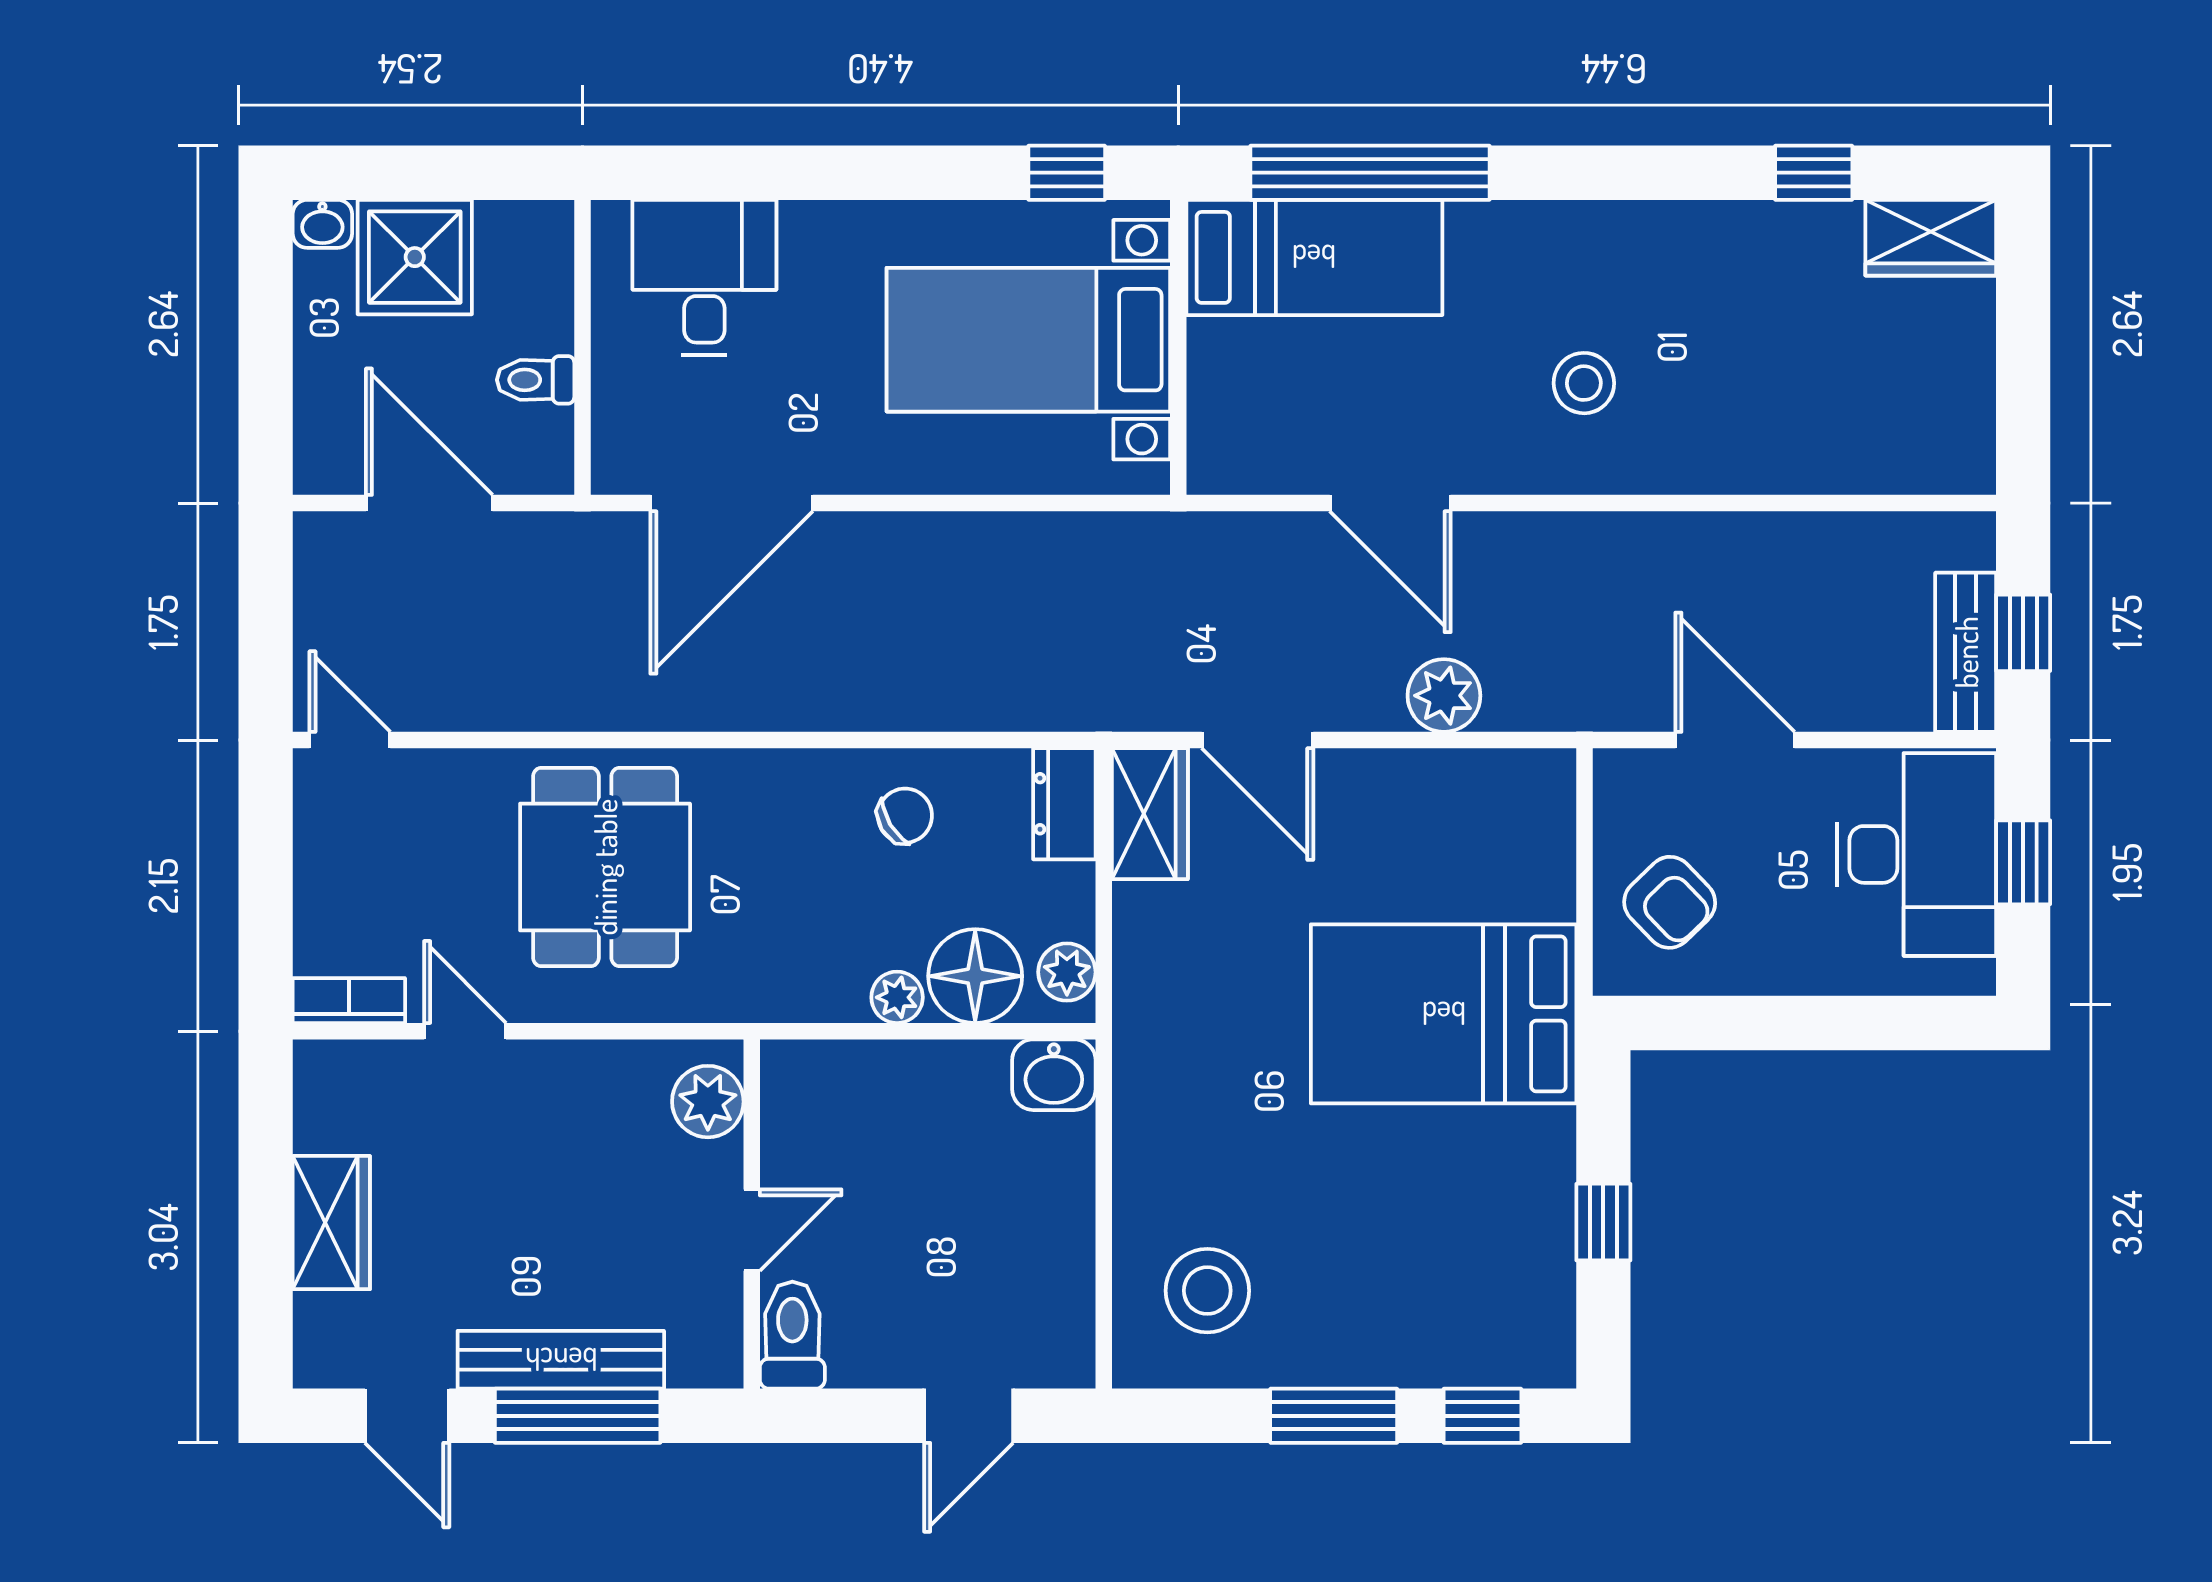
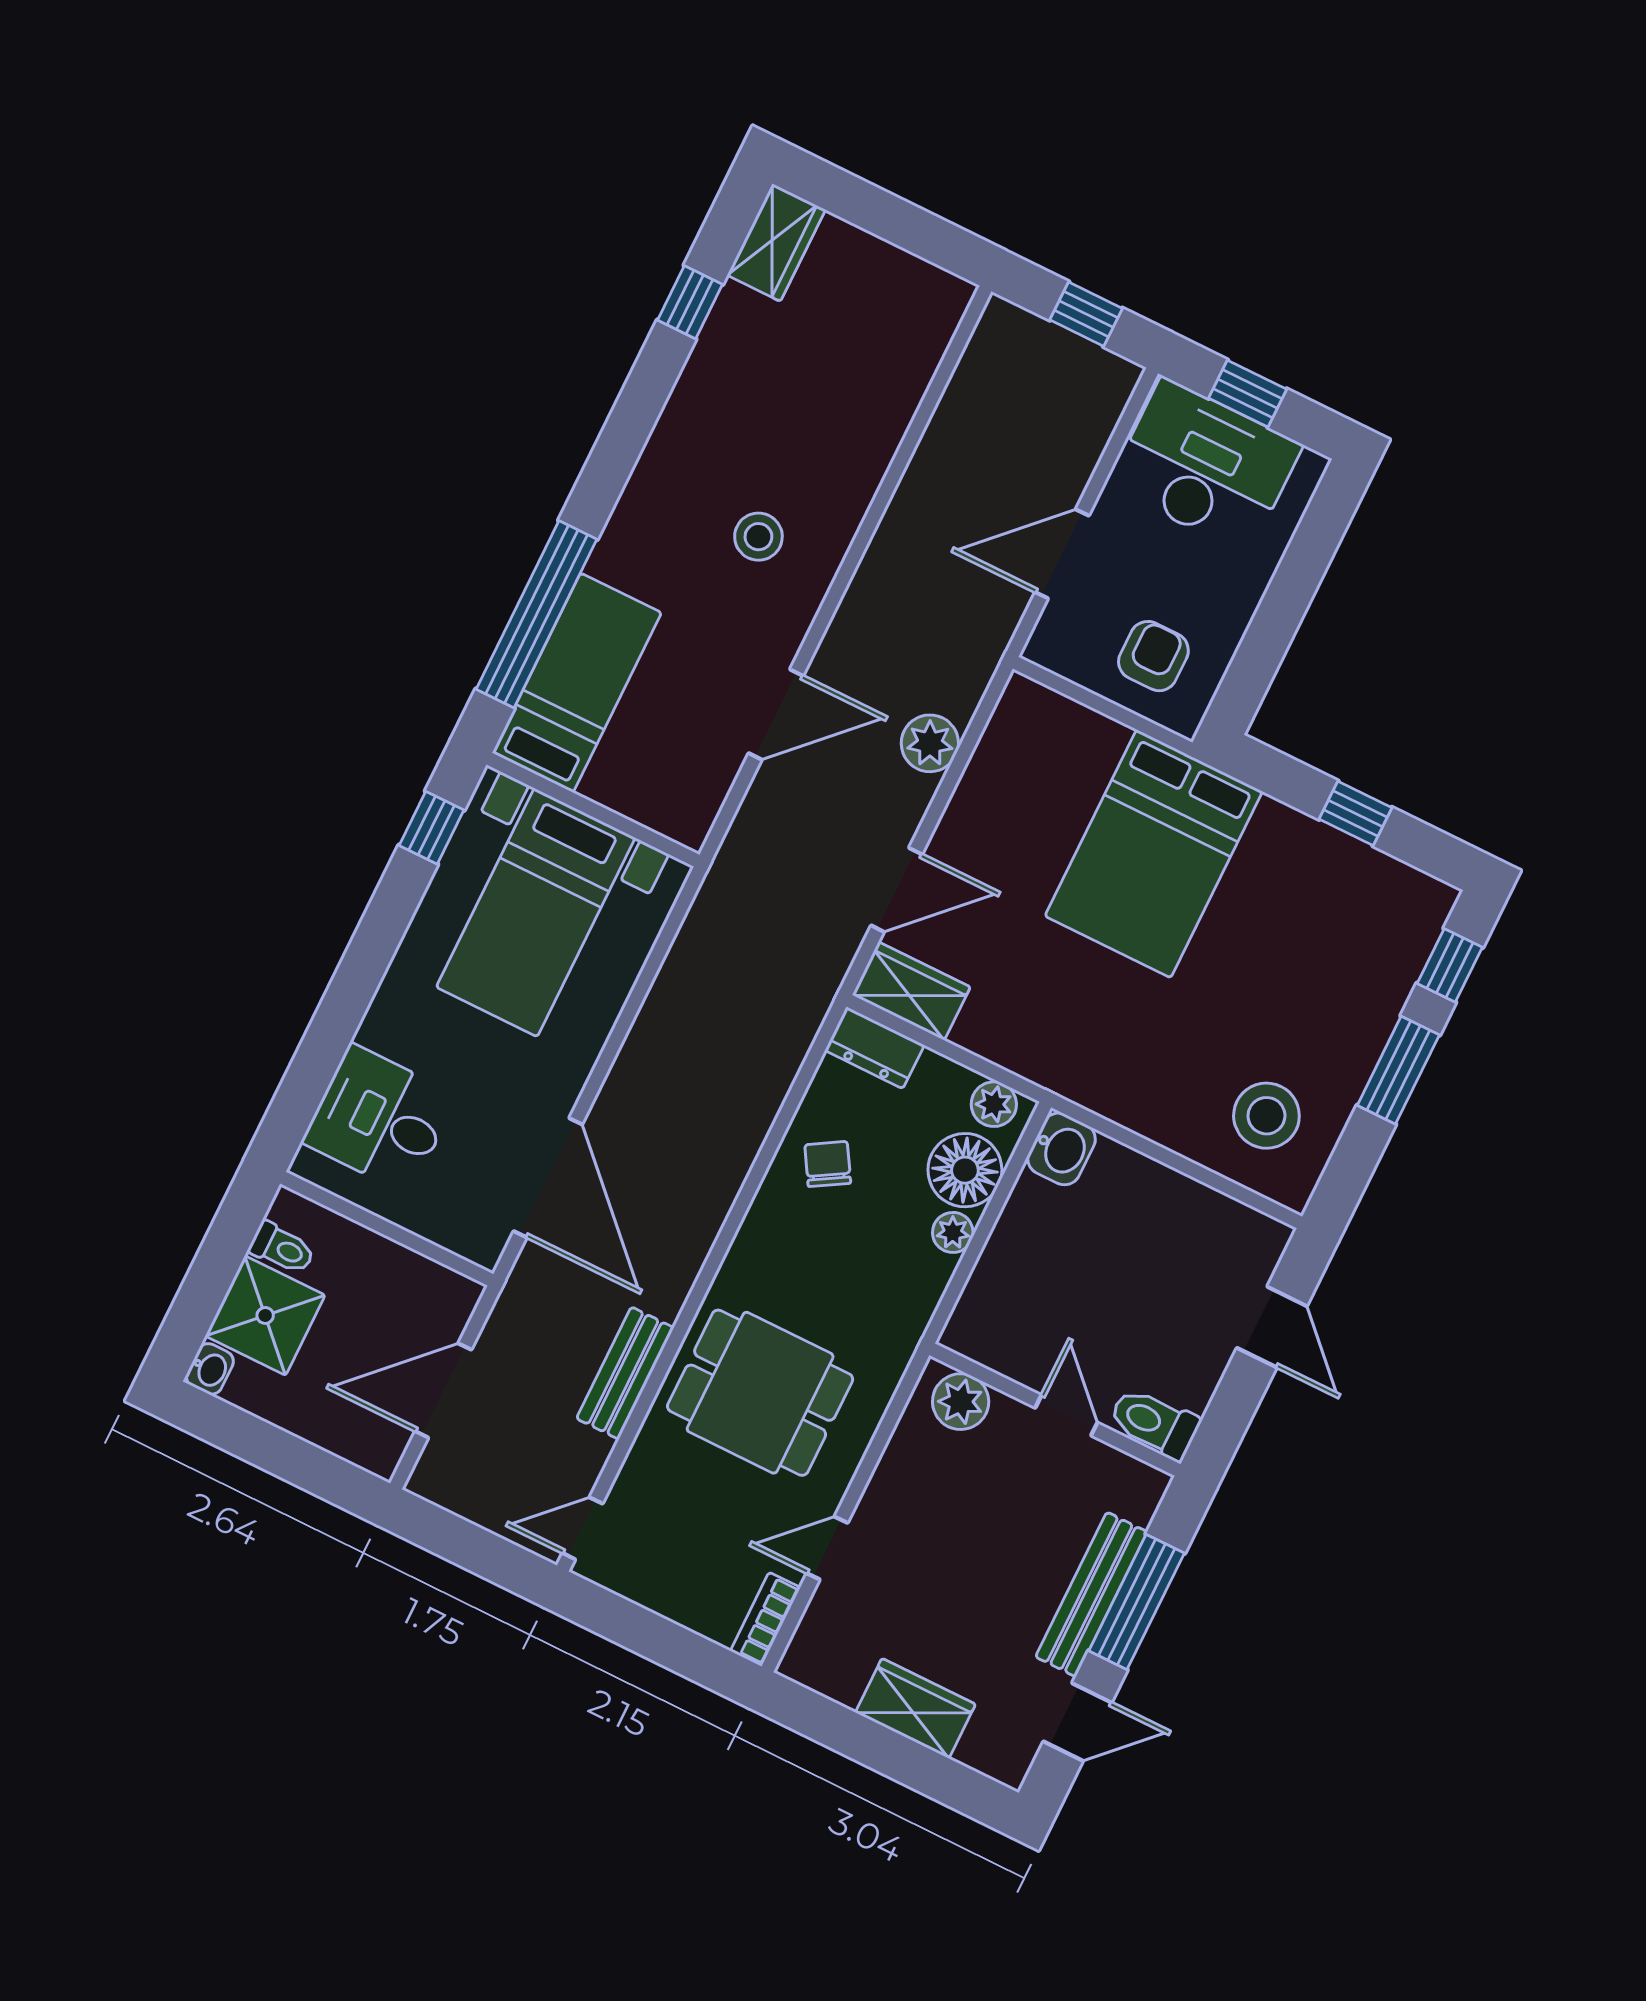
toilet: (536, 380) -> (282, 1248), moved, turned -90
bench: (1966, 652) -> (625, 1373), moved, turned 90
armchair: (1670, 902) -> (1153, 656), turned -46

